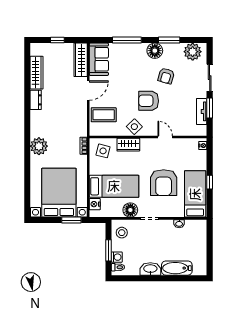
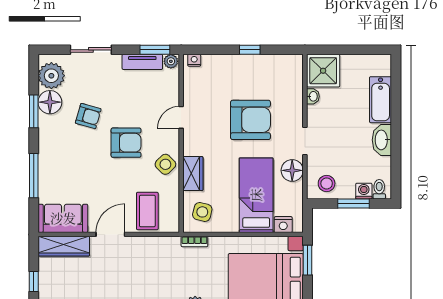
floor lamp: (155, 51) -> (50, 102), moved
door: (88, 90) -> (110, 234), hinge flipped
armchair: (149, 101) -> (126, 143), turned -90
window: (210, 108) -> (155, 50), moved
plant: (202, 130) -> (171, 61), added
bed: (195, 194) -> (268, 72), removed
shower: (196, 230) -> (323, 71), added

